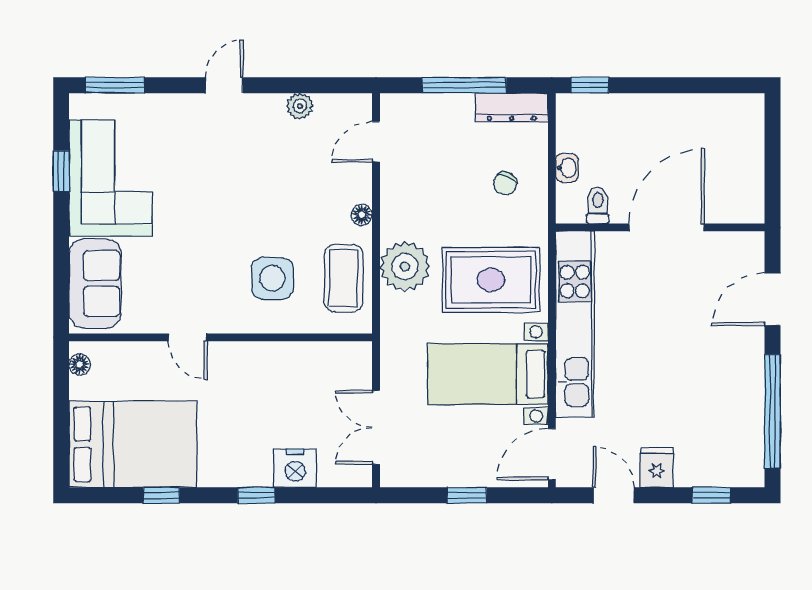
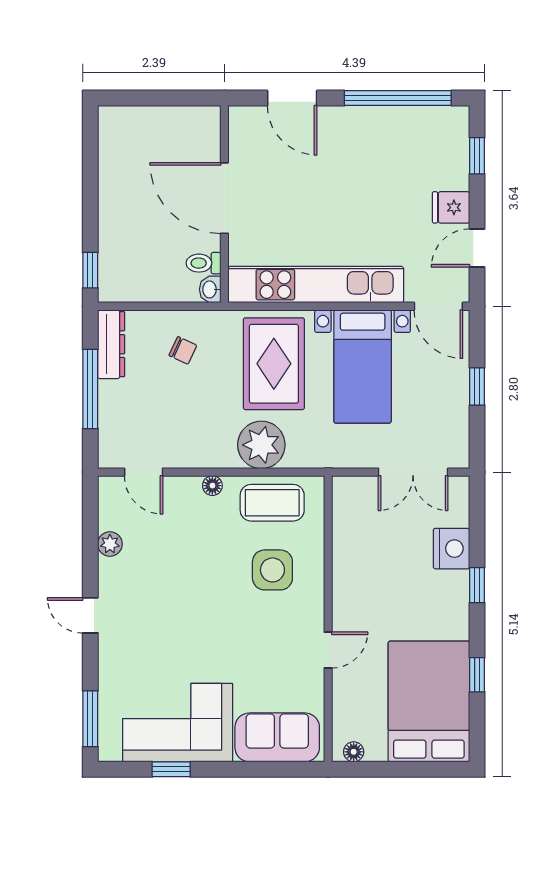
washbasin: (567, 168) -> (210, 289), moved, turned -90

